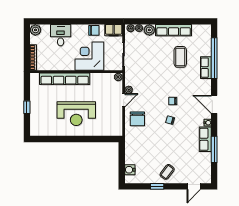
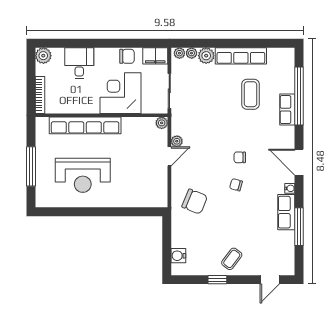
window: (27, 107) -> (31, 166), width x2.17
reception desk: (76, 114) -> (83, 175), moved
chair: (137, 119) -> (195, 202), moved, turned -68

